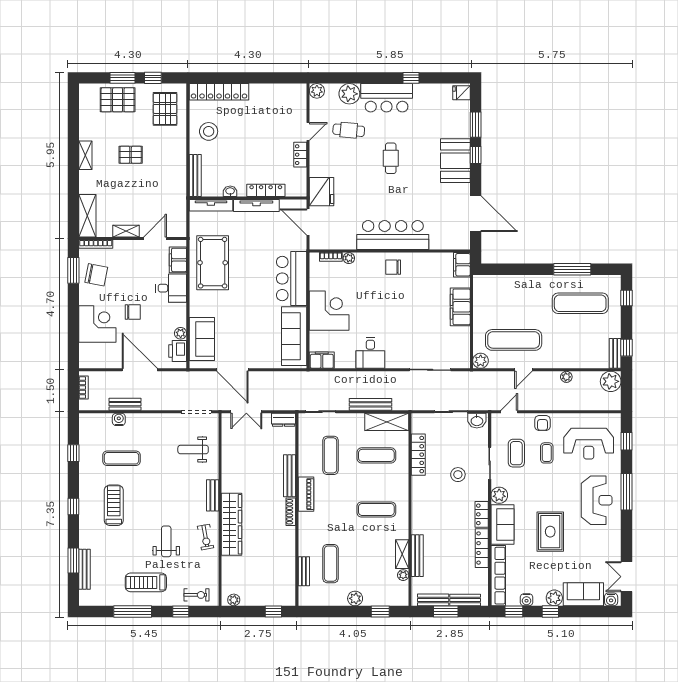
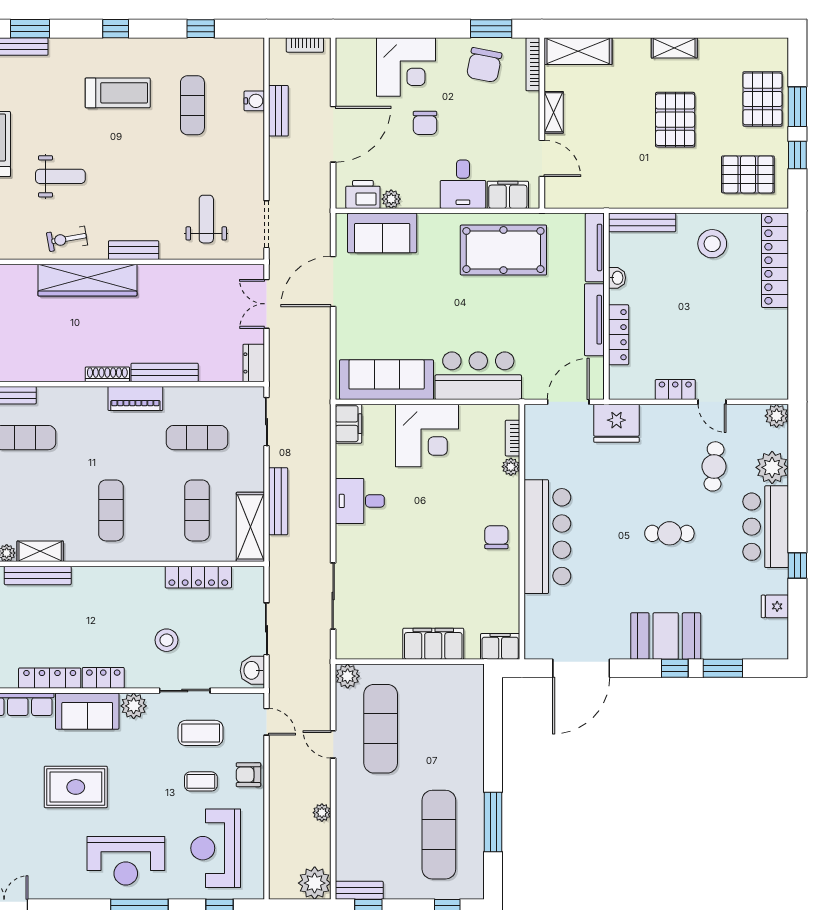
fridge: (462, 93) -> (775, 606), moved, turned -90
pallet: (131, 155) -> (675, 120), width x1.50, depth x1.42

